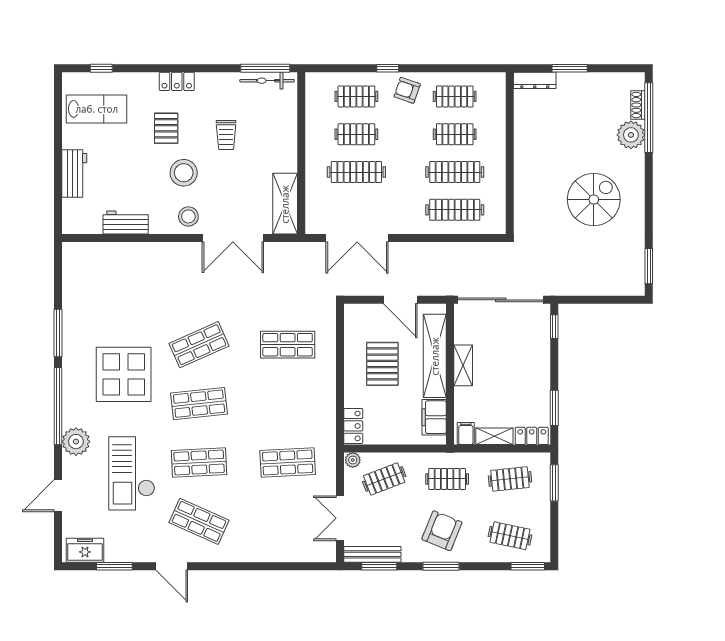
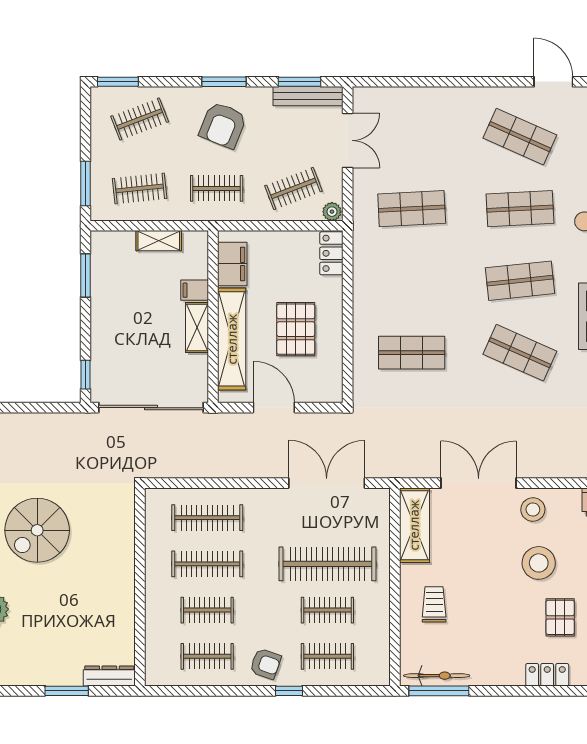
trolley: (226, 135) -> (434, 604), moved
clothes rail: (356, 172) -> (327, 564), width x1.37, depth x1.31
shop shelf: (199, 345) -> (520, 353), turned 48
filing cabinet: (466, 433) -> (195, 290), moved, turned 90
locker: (532, 436) -> (113, 241), removed
clothes rail: (510, 536) -> (140, 119), turned -33

